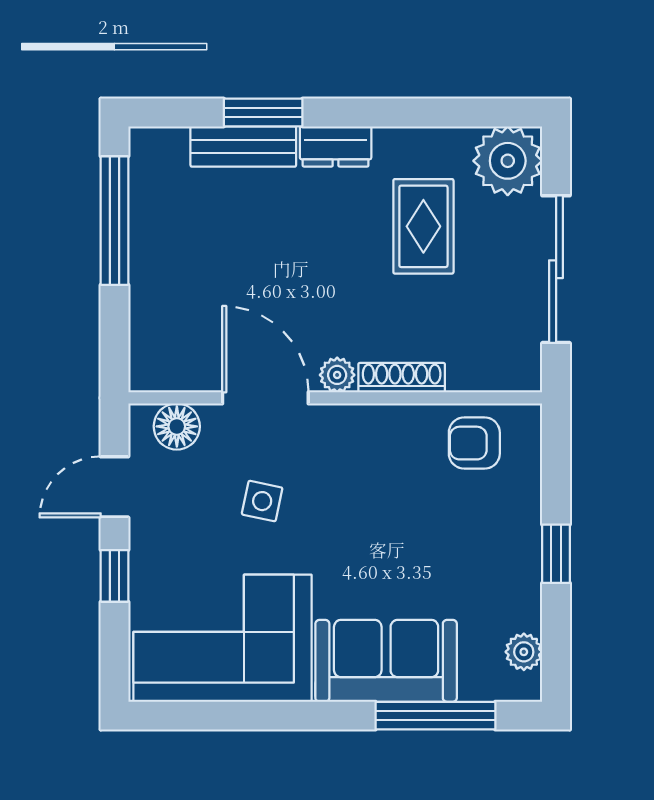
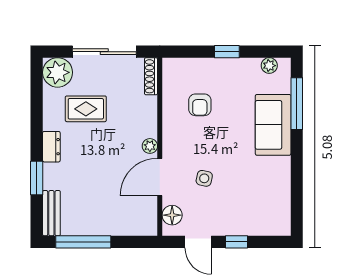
bench: (243, 147) -> (51, 213), moved
shoe rack: (402, 378) -> (151, 76), moved
armchair: (474, 443) -> (200, 105), moved
corner sofa: (223, 638) -> (263, 195), removed

